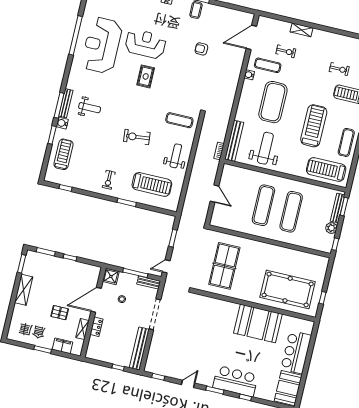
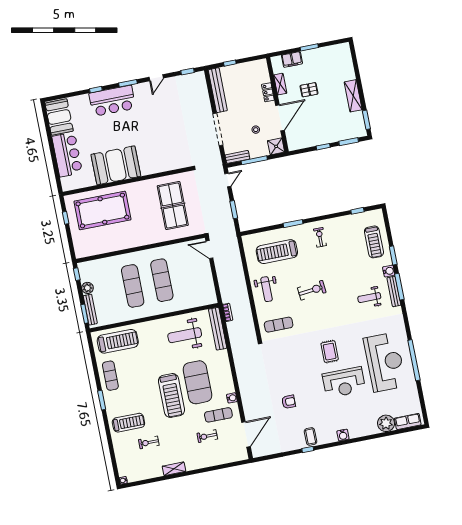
shelving: (302, 30) -> (174, 469), moved
treadmill: (314, 126) -> (171, 395), moved
weight bench: (265, 148) -> (185, 335), turned 90
door: (214, 194) -> (209, 250), moved

